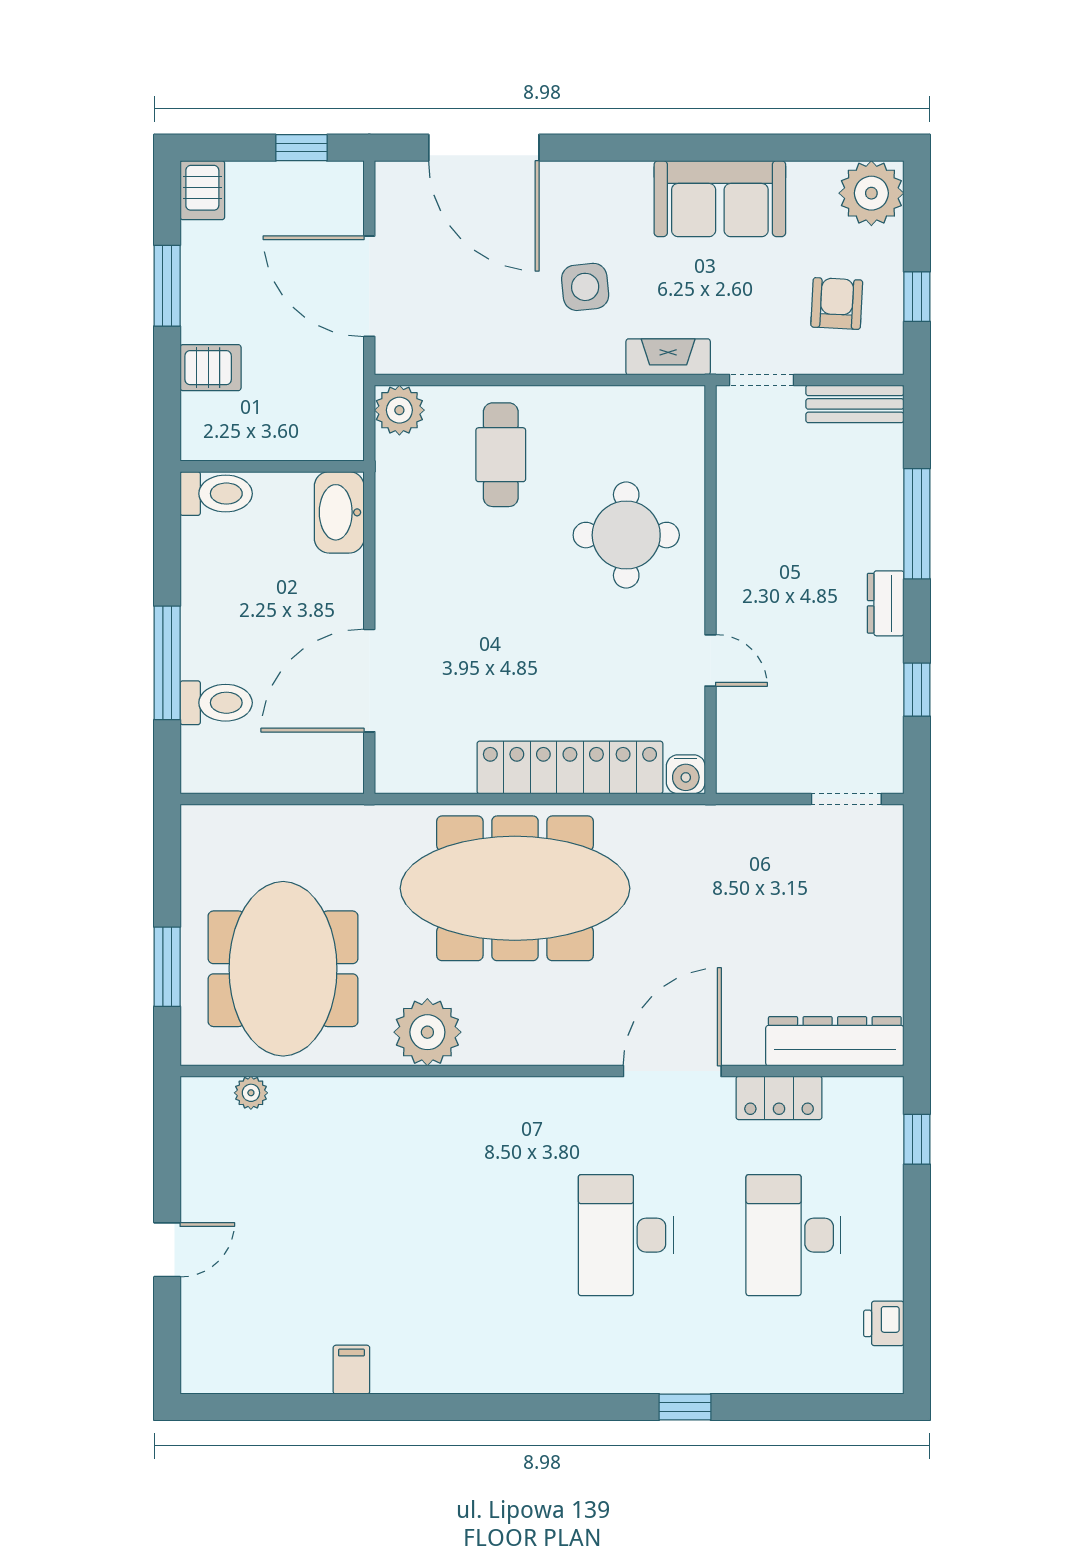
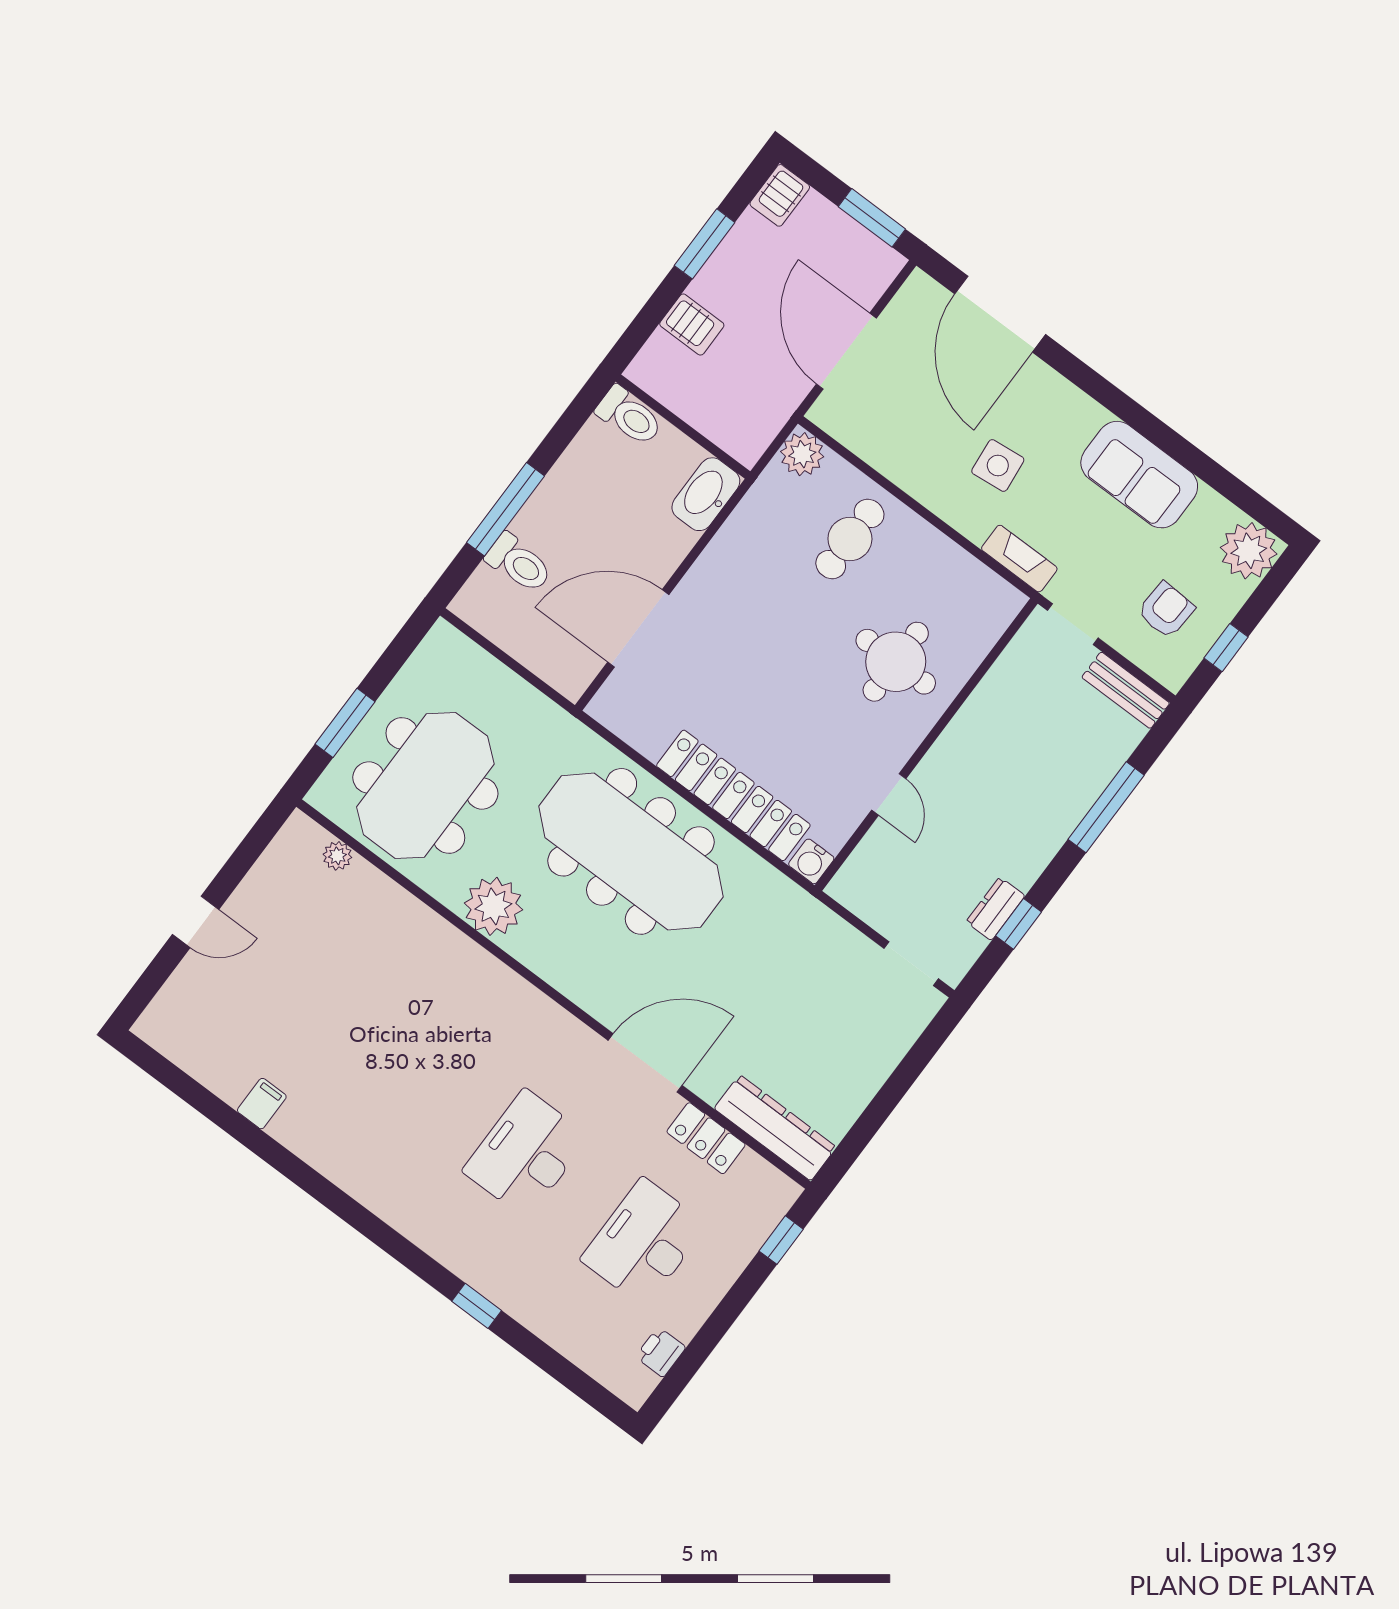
window: (301, 148) -> (872, 218), width x1.50
dresser: (886, 603) -> (996, 909), moved

